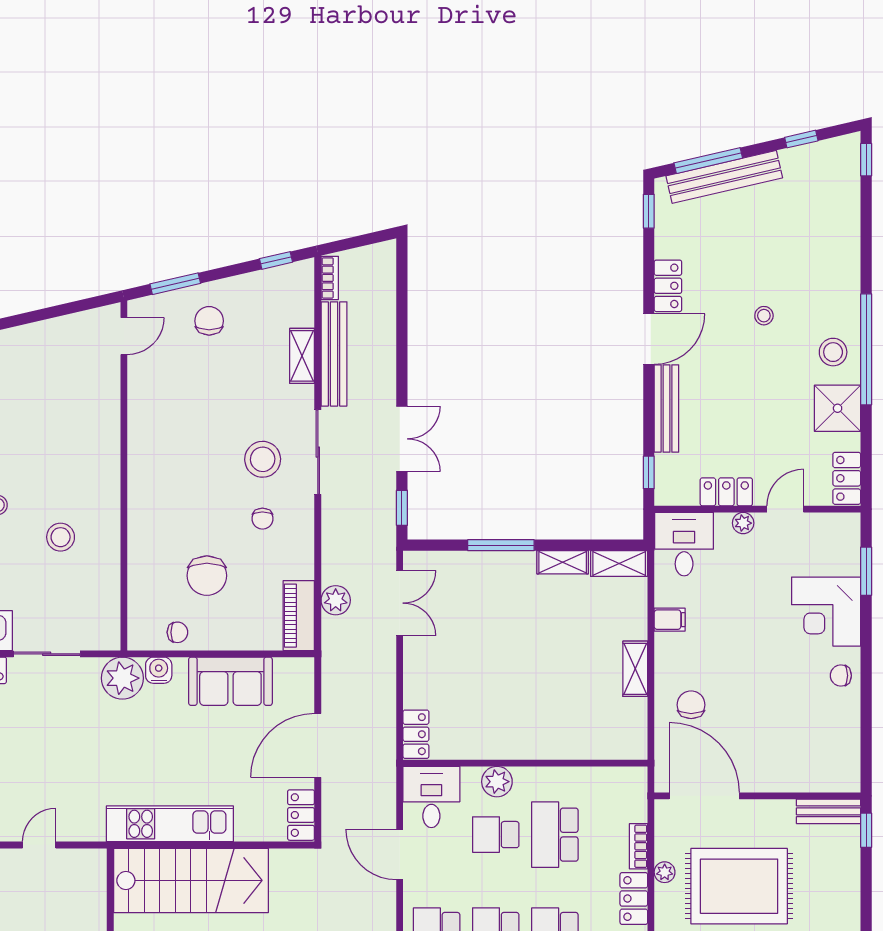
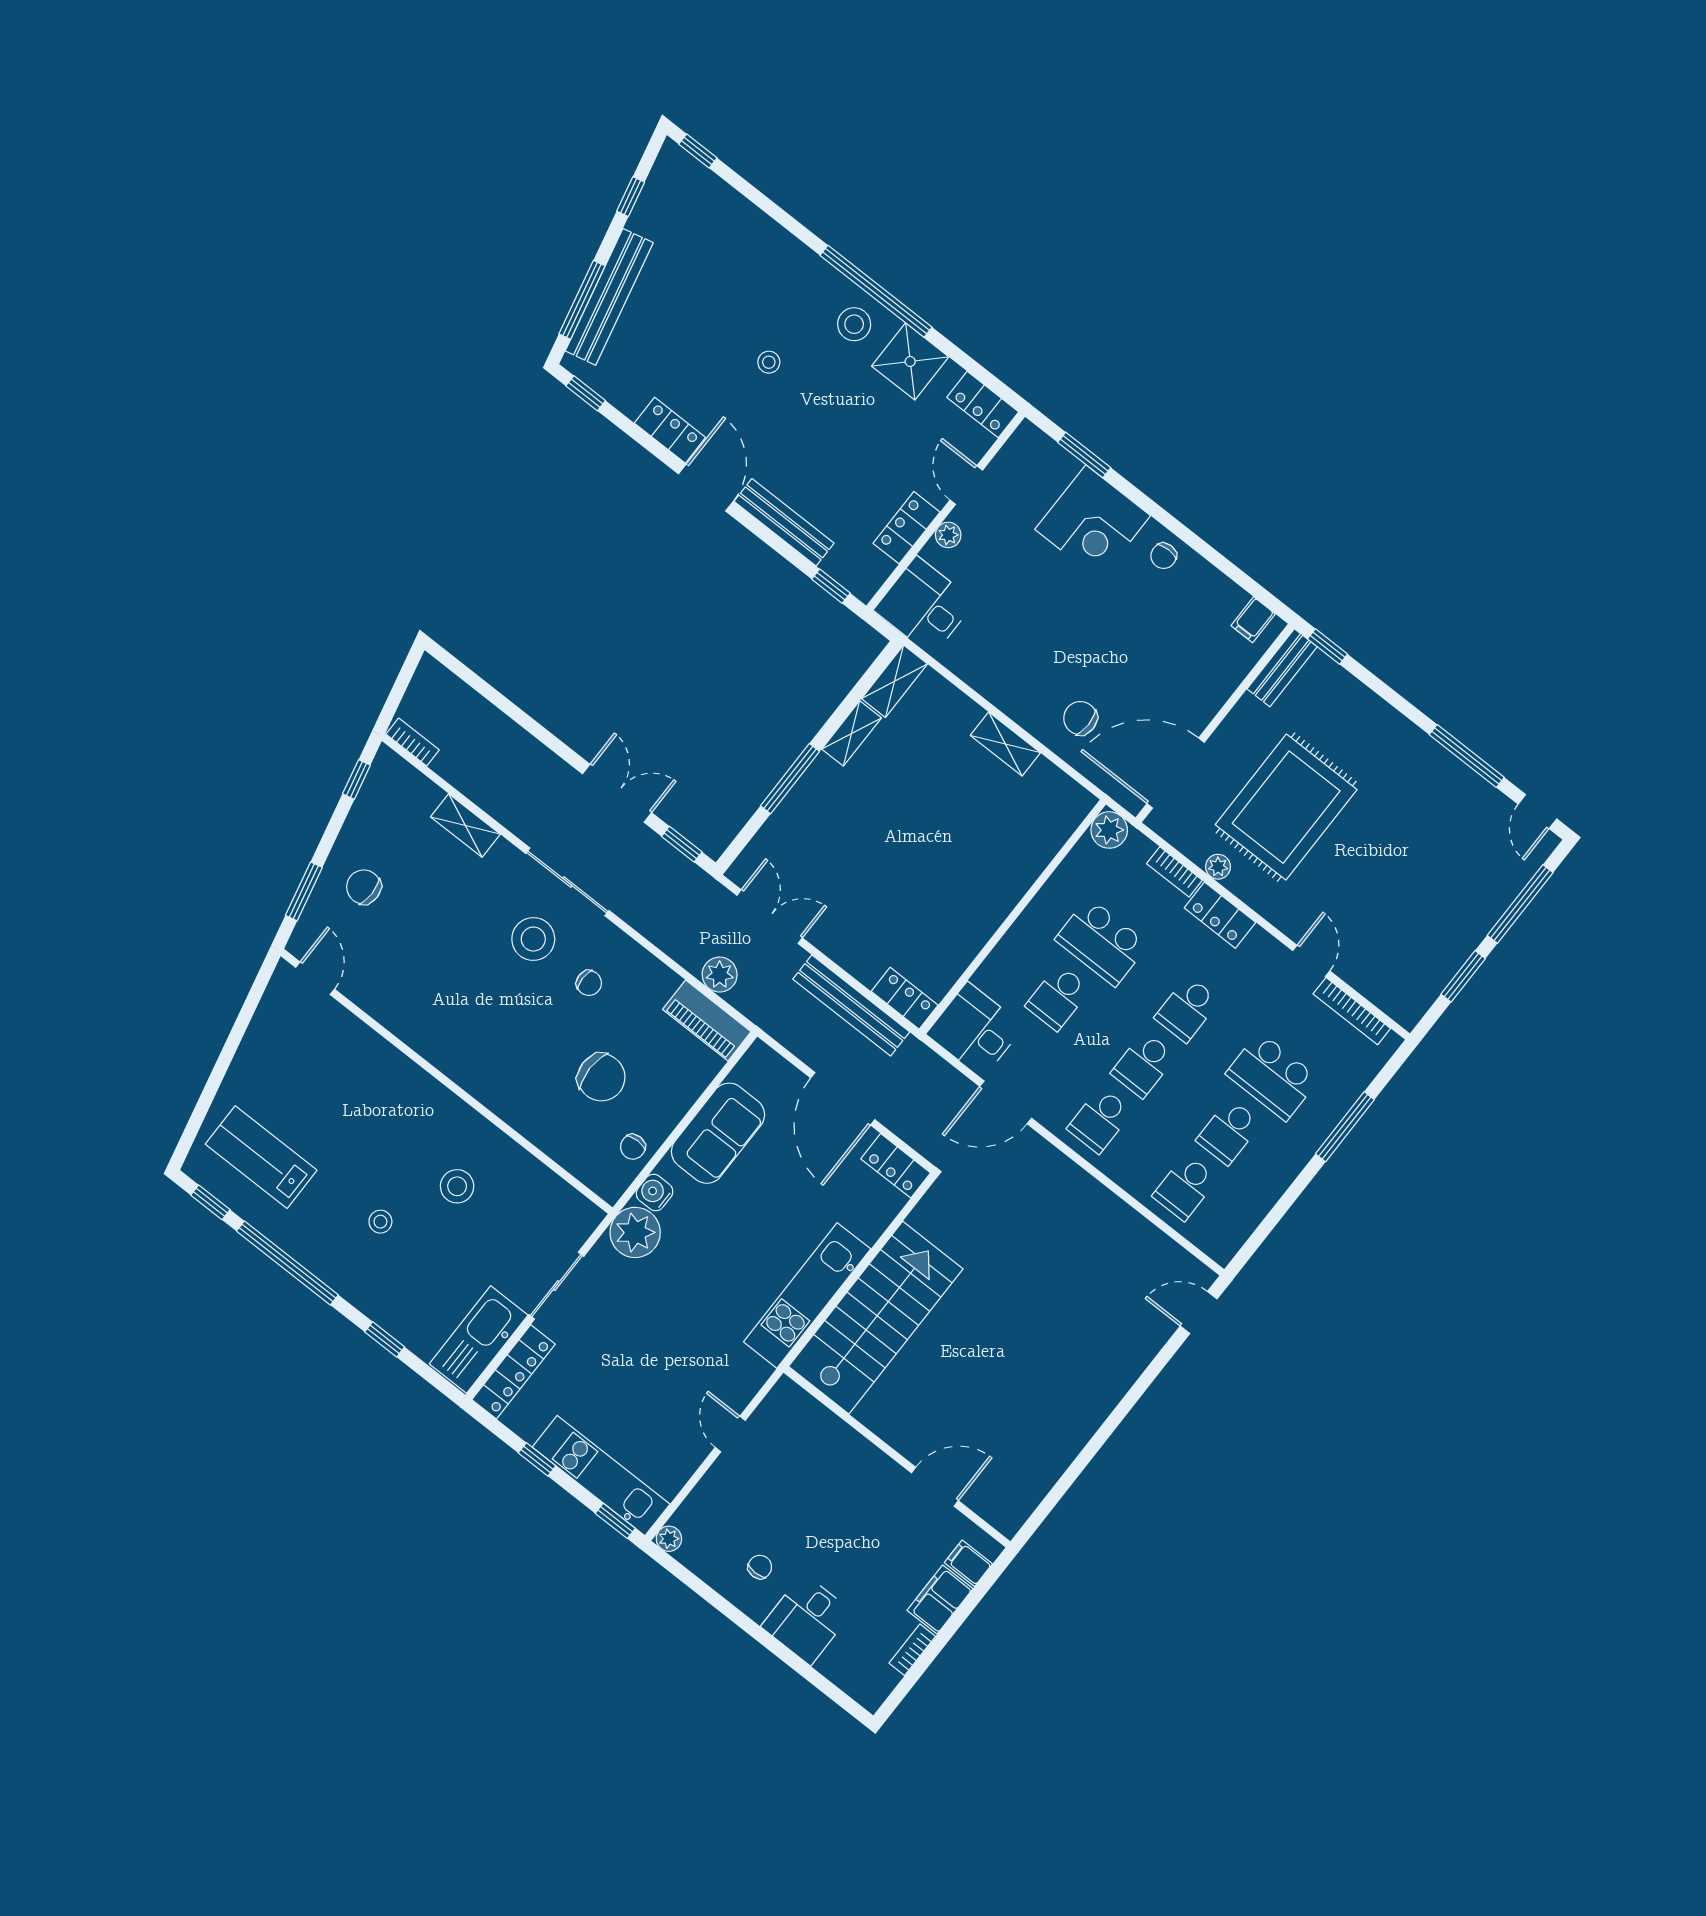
bench: (334, 354) -> (851, 1006), moved
filing cabinet: (670, 620) -> (1253, 620), moved, turned 180
chair: (177, 632) -> (633, 1147), turned 180
plant: (497, 782) -> (1109, 830), moved

